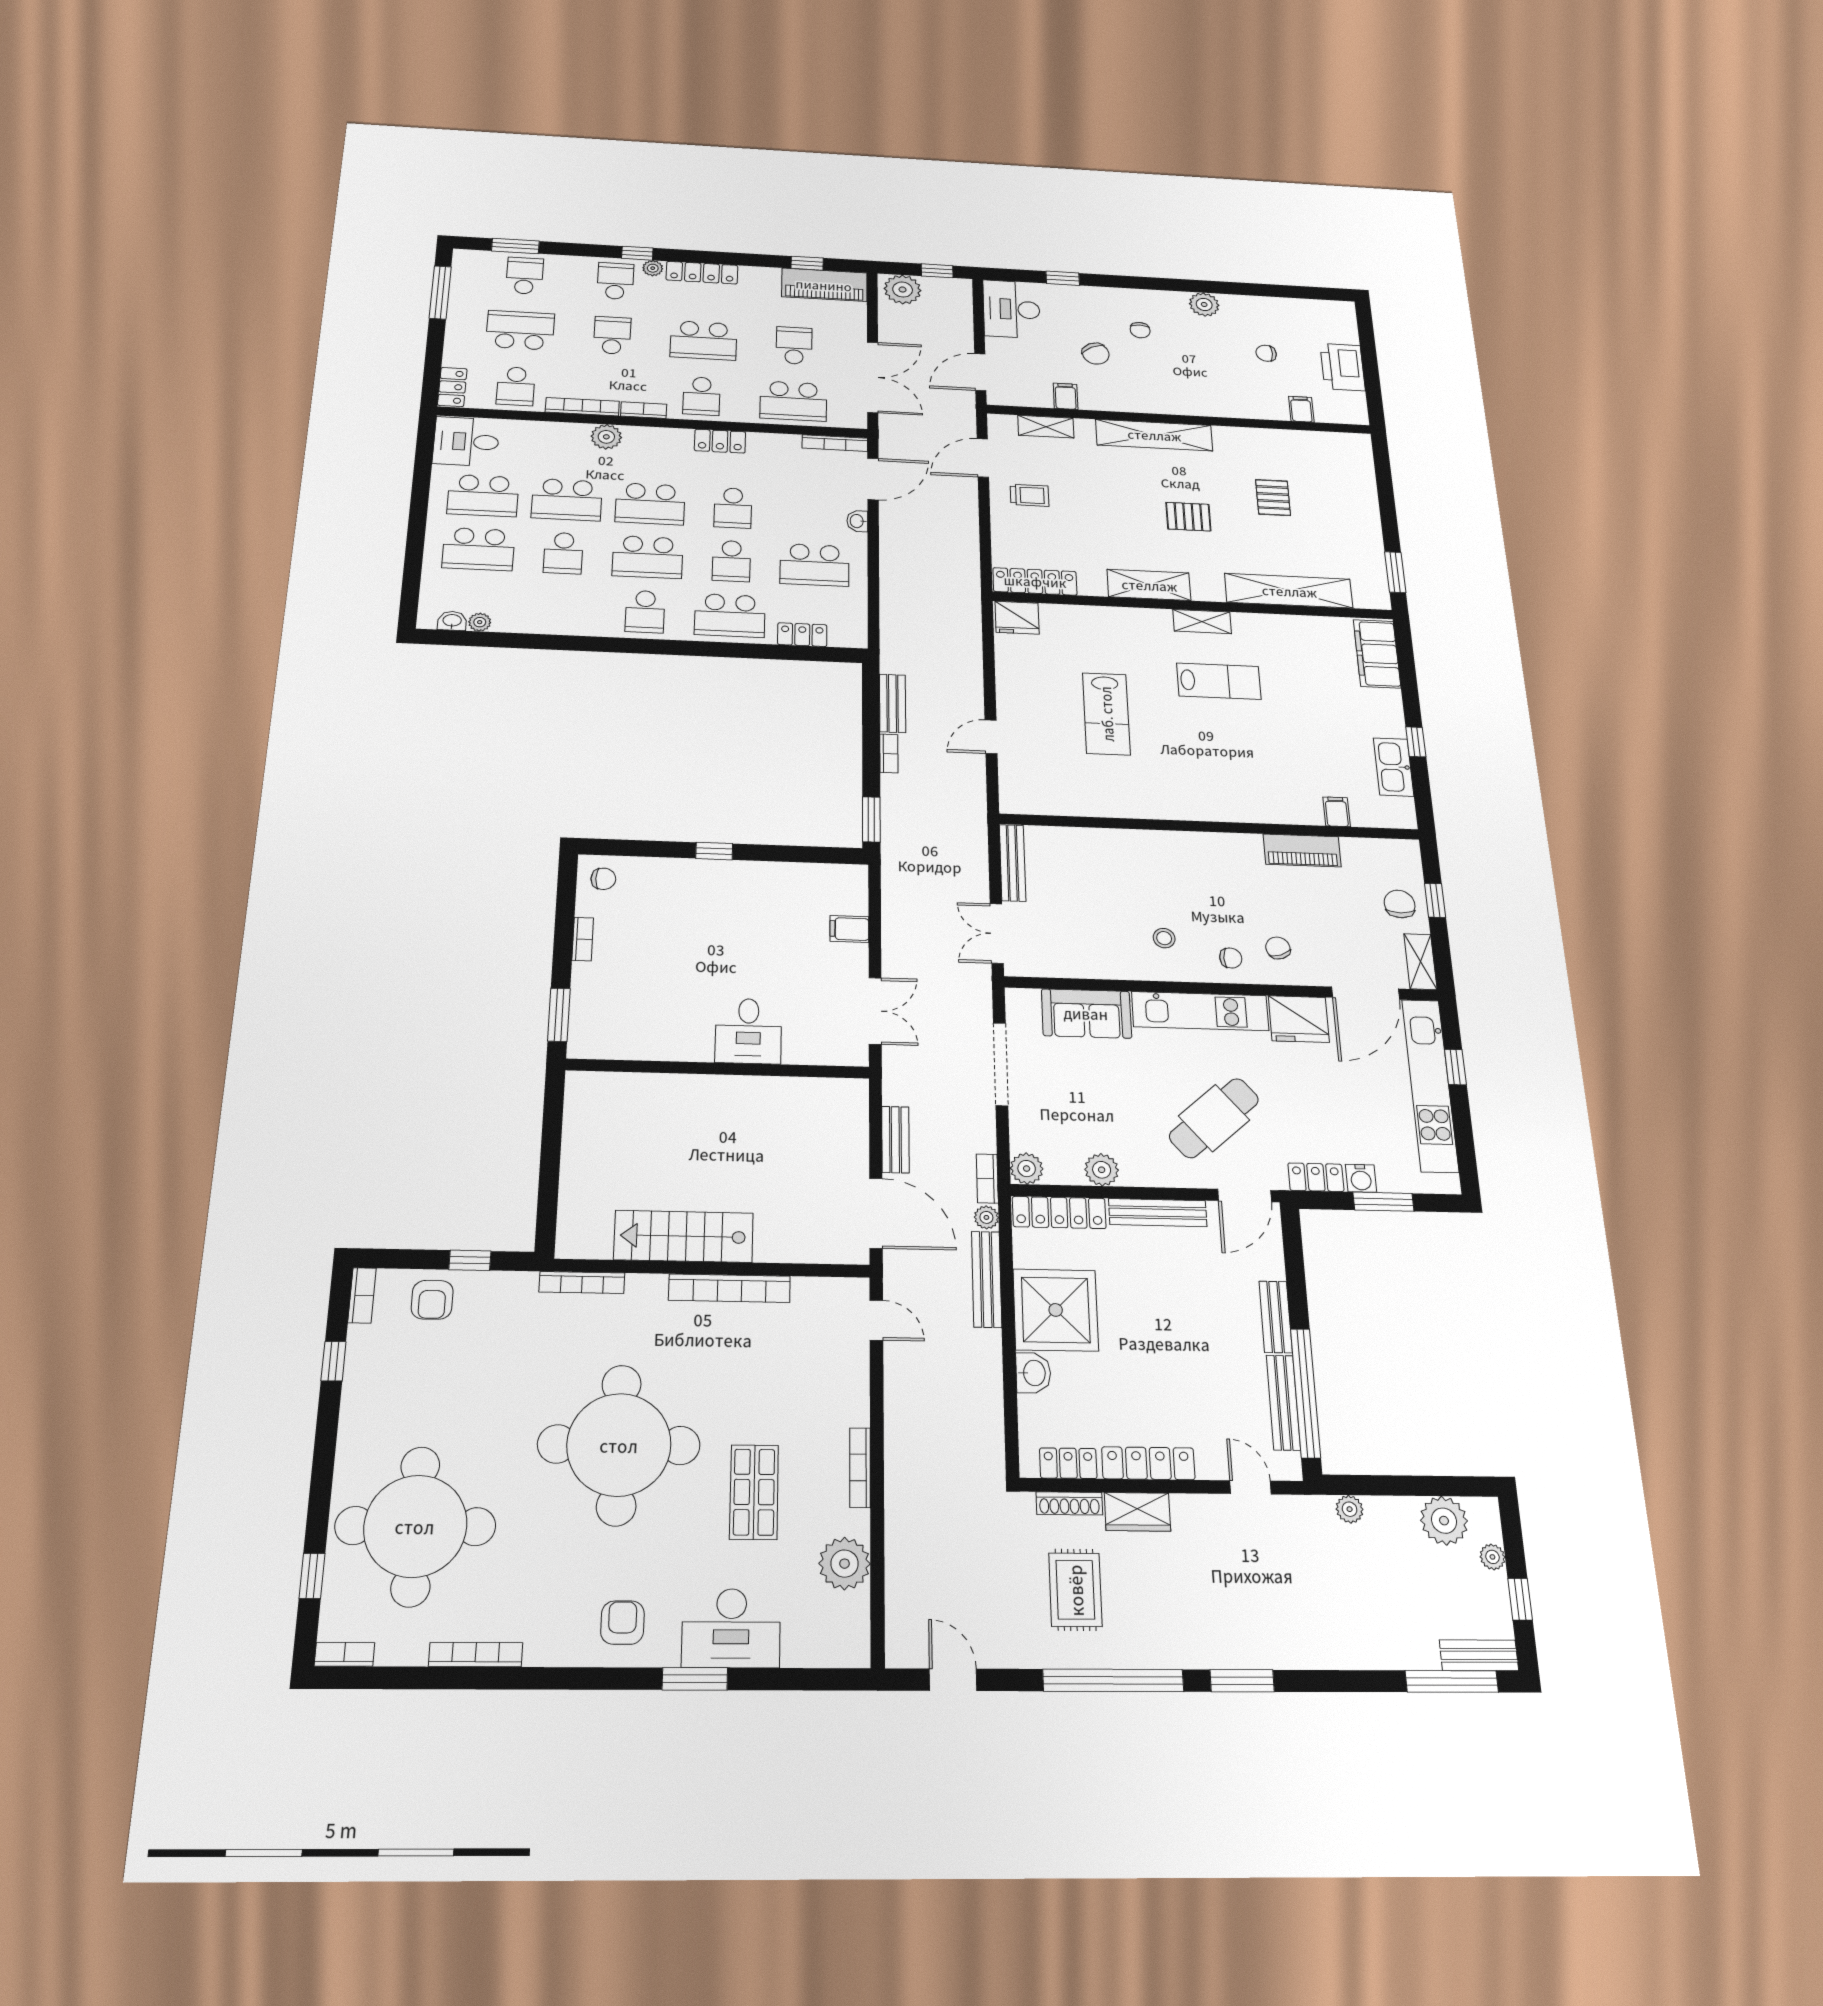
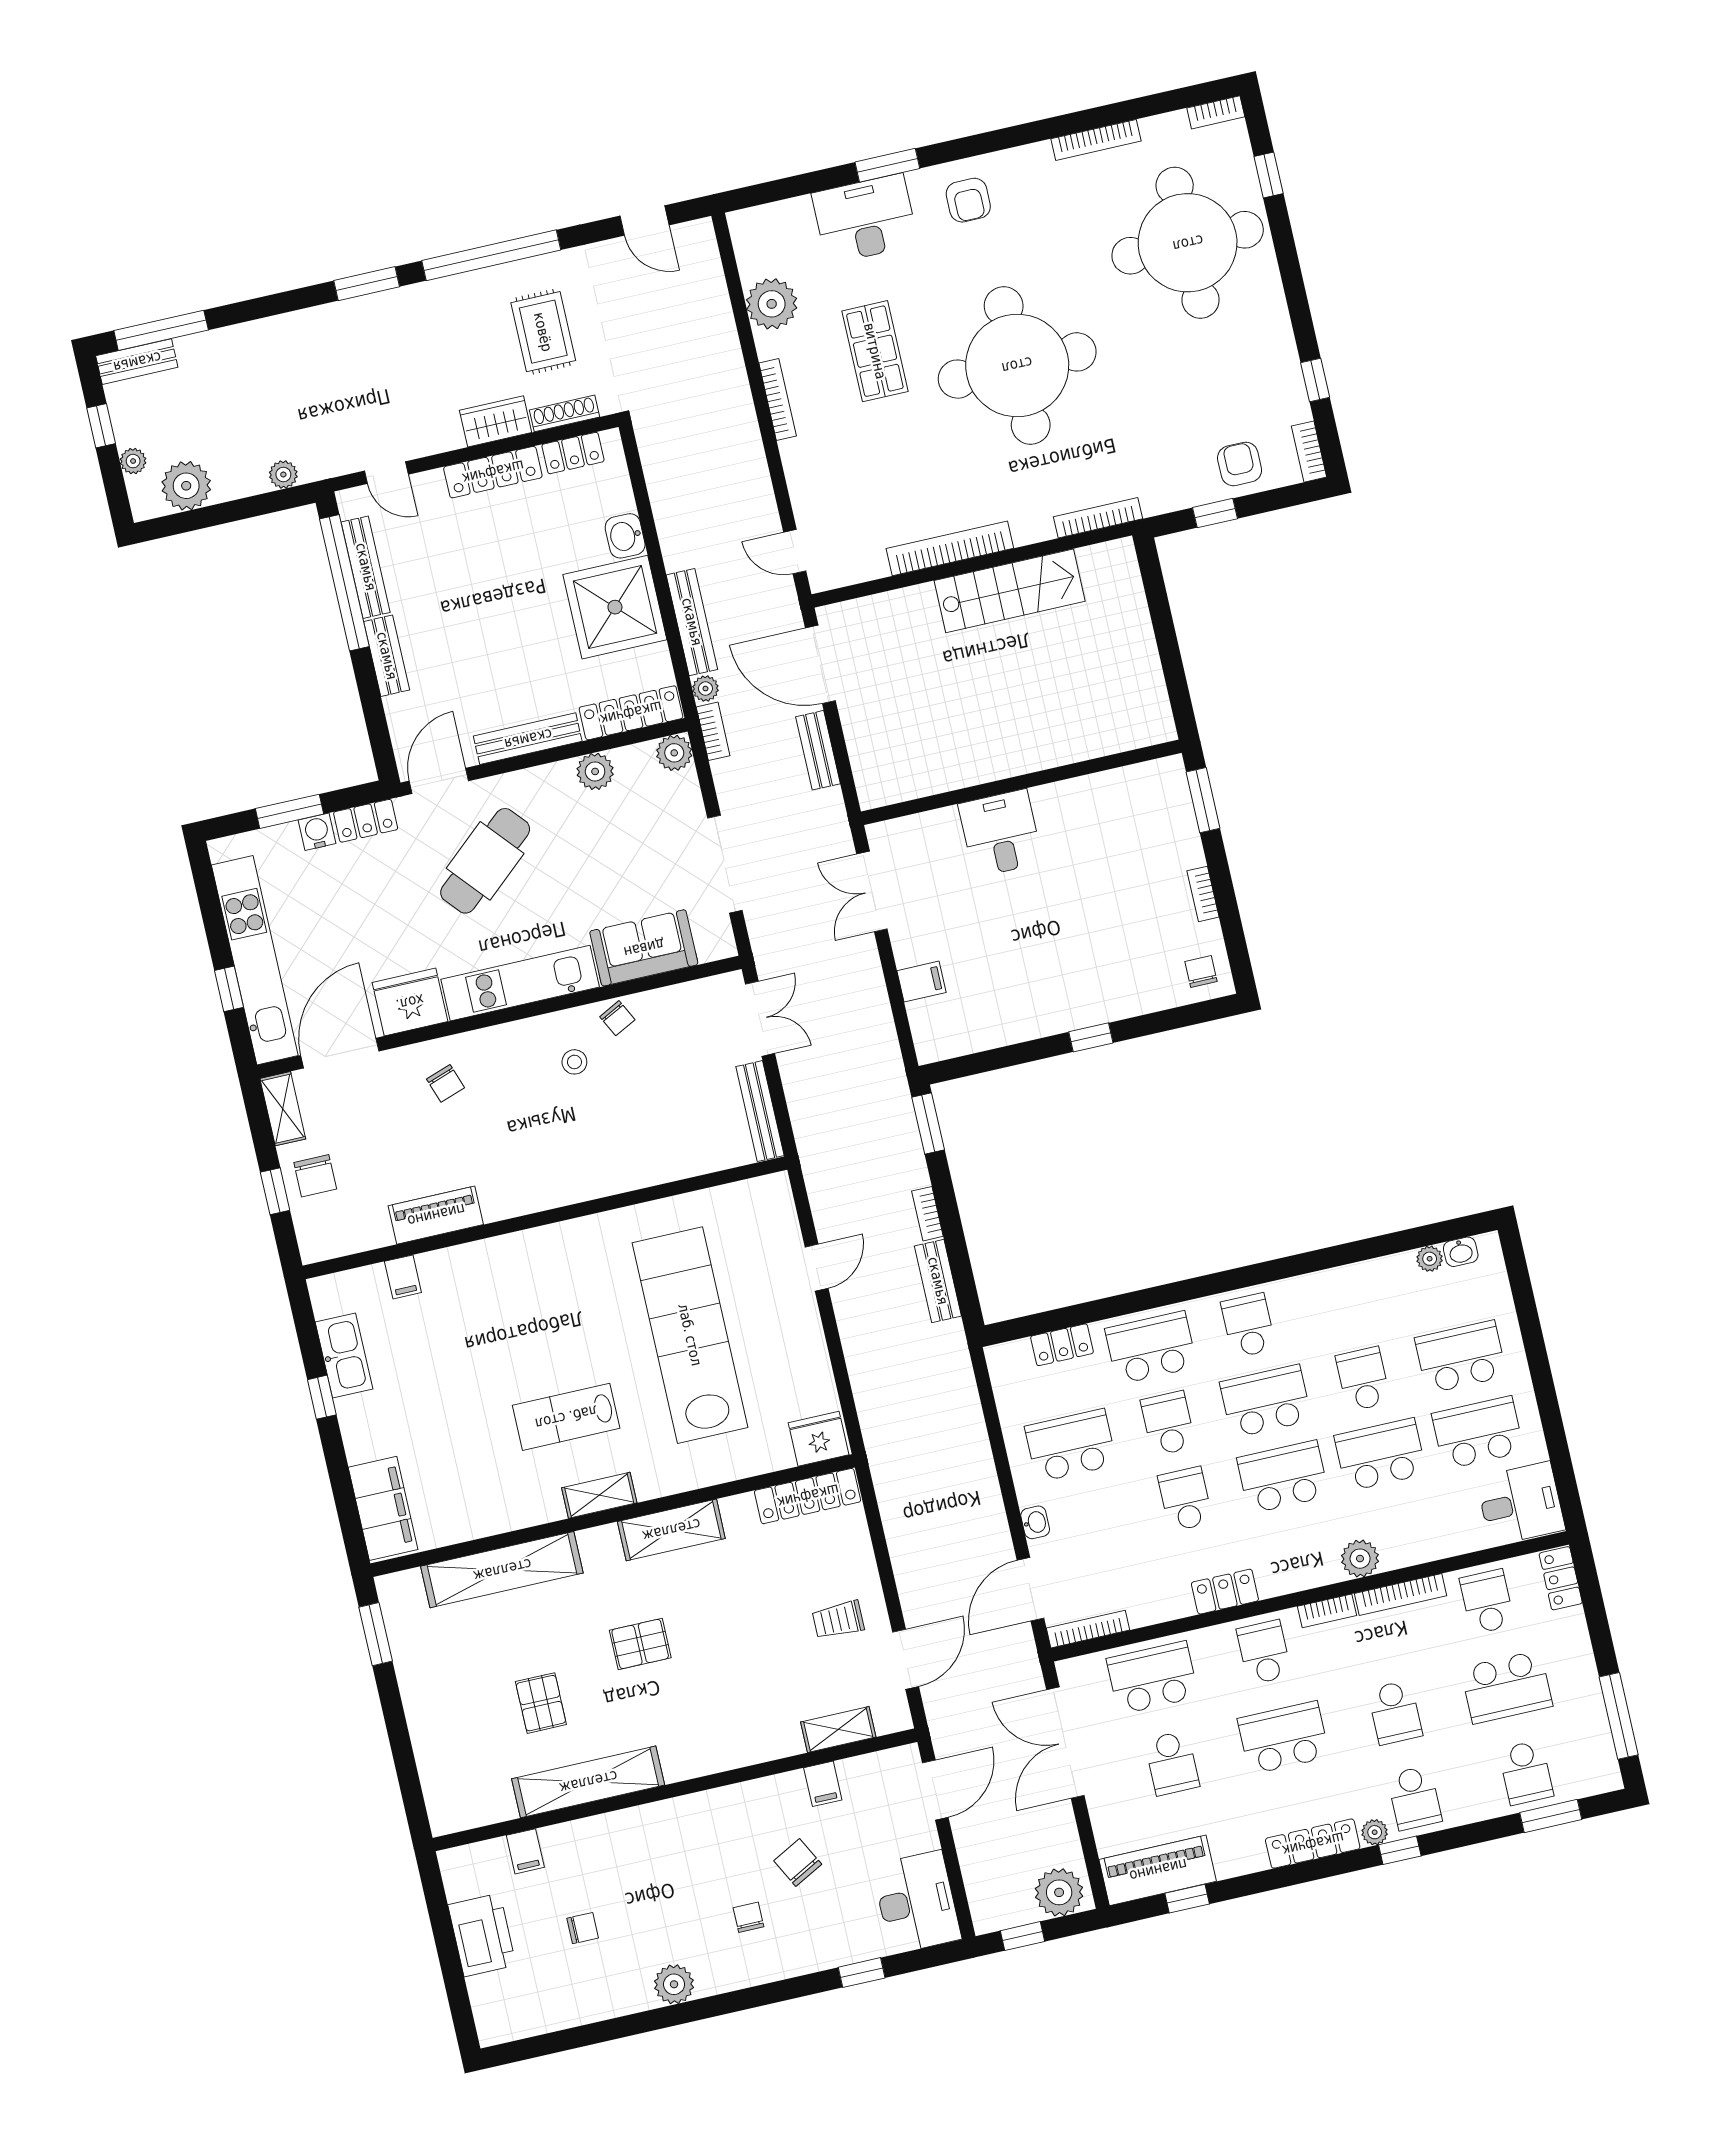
shelving: (1154, 435) -> (588, 1782), moved
lab bench: (1106, 714) -> (690, 1335), width x1.86, depth x1.39
chair: (603, 879) -> (1201, 971), turned 90
chair: (1231, 958) -> (617, 1018), moved, turned -117

